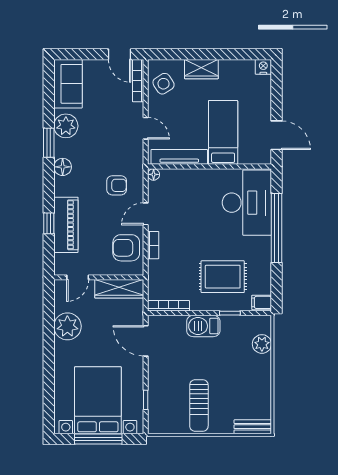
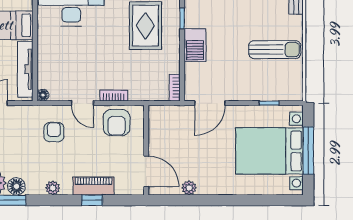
floor lamp: (63, 167) -> (16, 186), moved
plant: (61, 184) -> (53, 188), added
piano: (66, 225) -> (93, 186), width x0.73, depth x0.75
door: (78, 277) -> (146, 171), width x1.38
wardrobe: (119, 289) -> (158, 130), removed
bookcase: (169, 306) -> (175, 88), width x0.64
plant: (67, 326) -> (189, 188), width x0.53, depth x0.53

